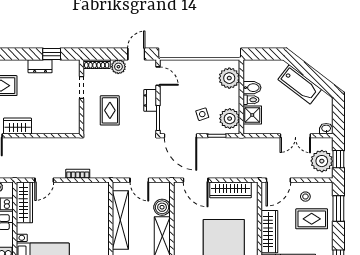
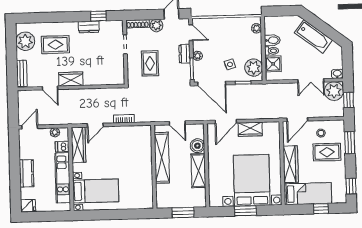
plant: (229, 78) -> (256, 28), width x0.53, depth x0.53
plant: (165, 103) -> (198, 56), added
plant: (322, 161) -> (334, 91), moved
door: (196, 180) -> (226, 122), hinge flipped
wardrobe: (231, 190) -> (250, 129), width x0.67

